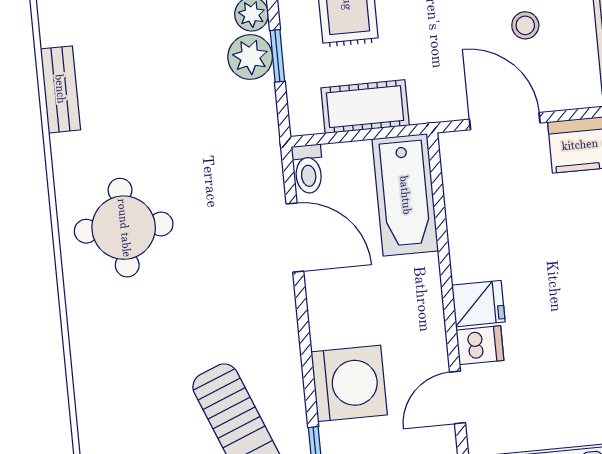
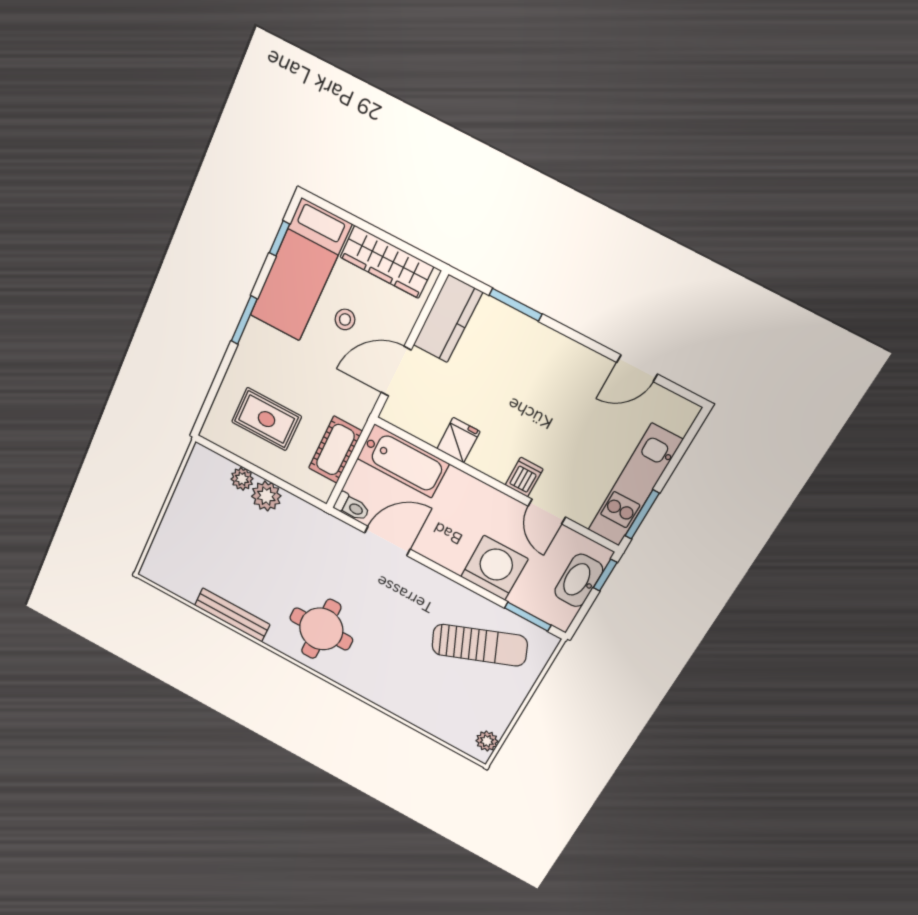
window: (277, 56) -> (275, 480), removed
bench: (60, 89) -> (232, 615), width x1.36
fridge: (478, 304) -> (458, 440), moved

